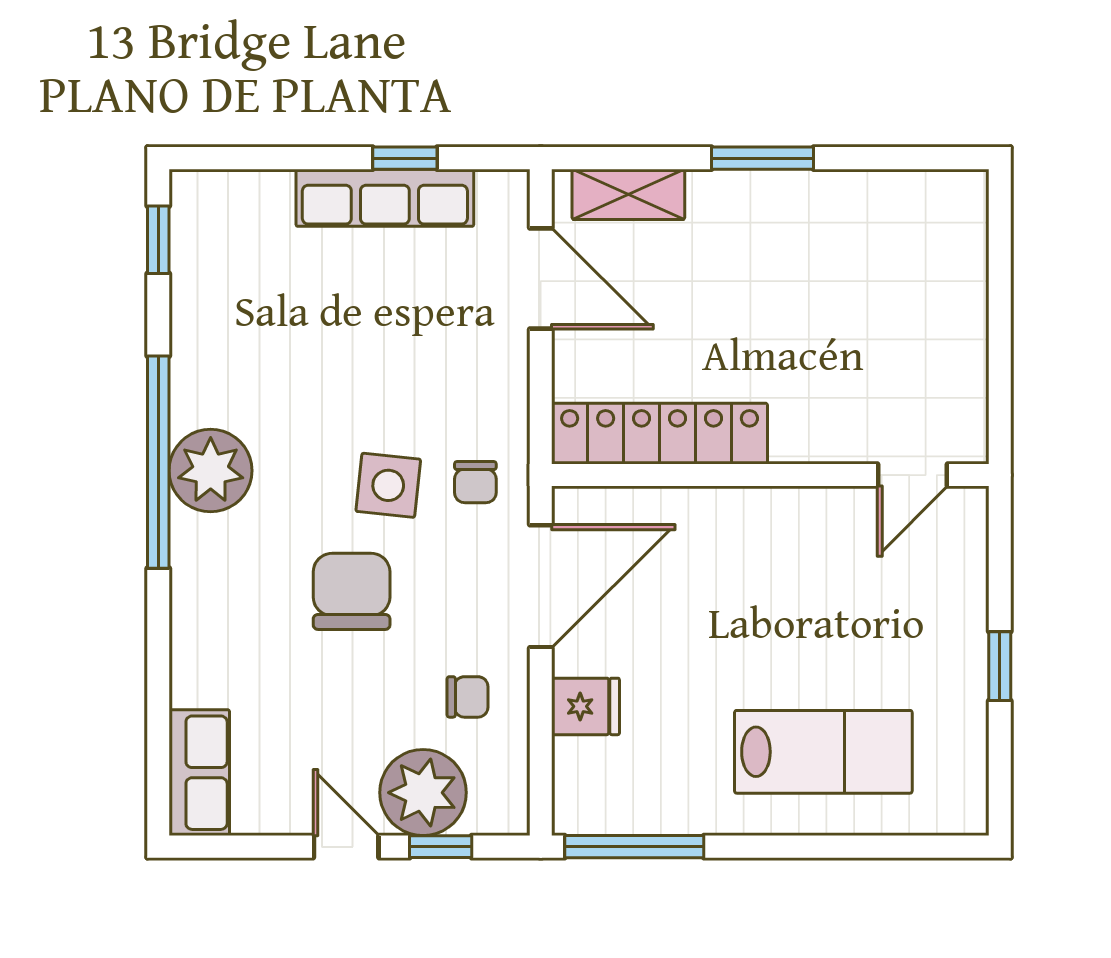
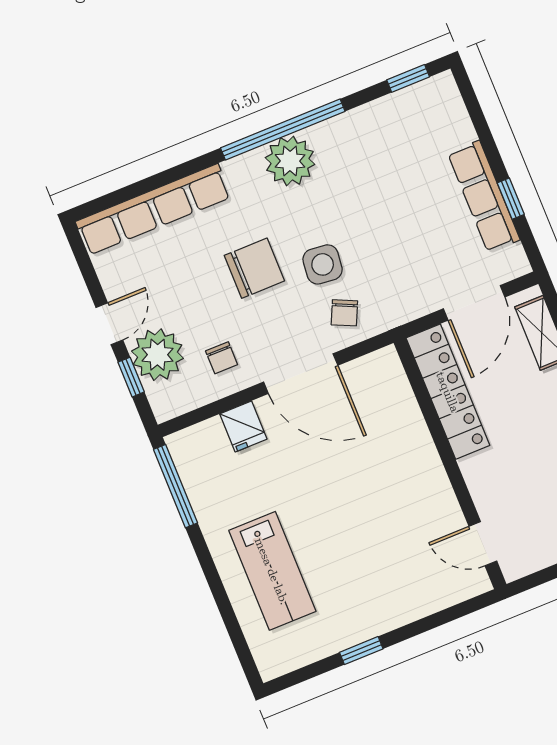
locker: (660, 434) -> (448, 392), moved
wall: (770, 475) -> (450, 464), moved
door: (912, 475) -> (483, 544), moved
chair: (475, 482) -> (344, 313), turned -65
row of seats: (199, 773) -> (153, 209), width x2.02

